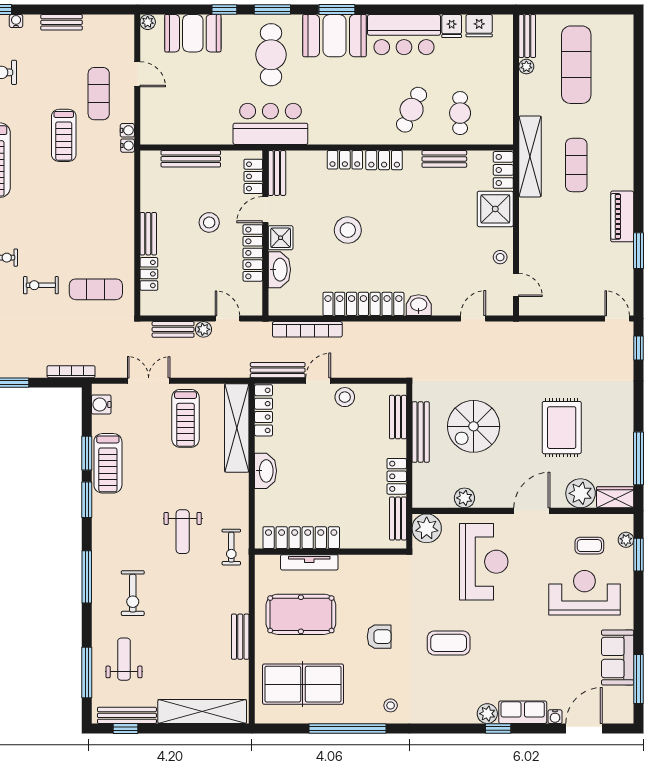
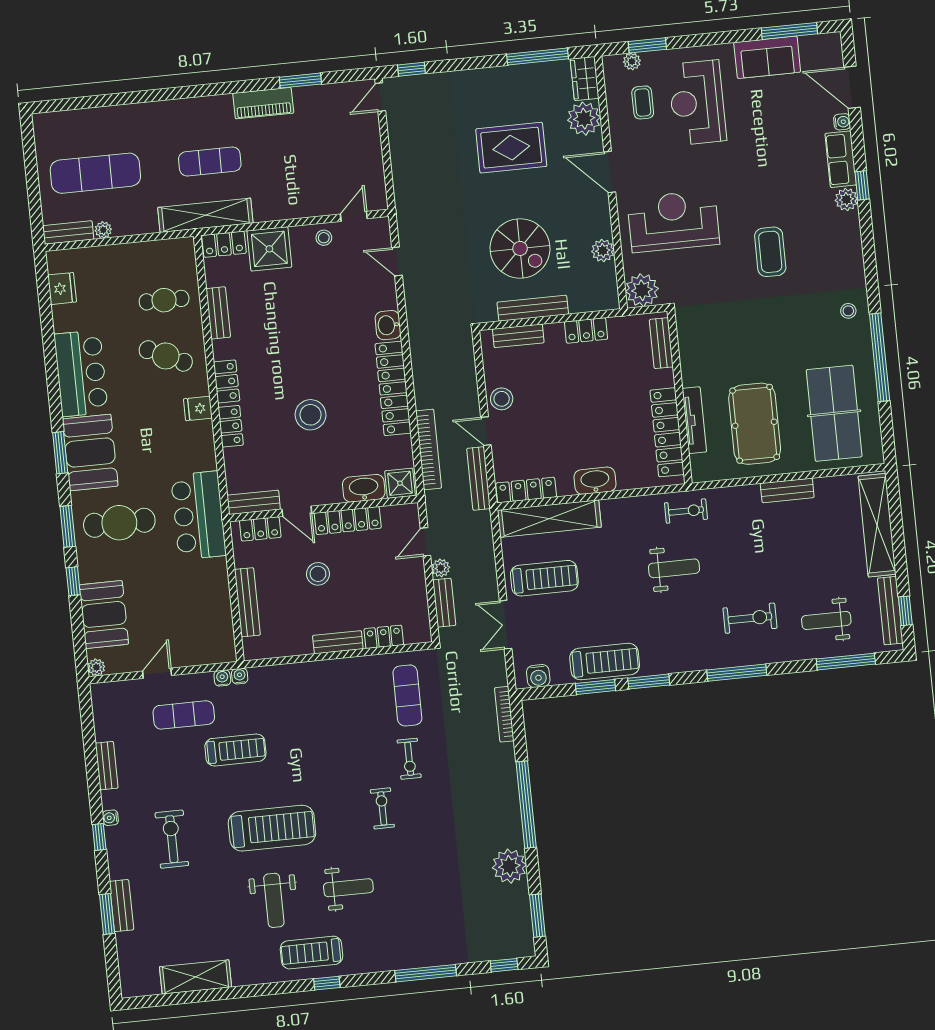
fridge: (452, 26) -> (198, 408), moved, turned 180
shower: (281, 238) -> (400, 483), moved
bench: (398, 518) -> (661, 343), moved, turned 90
armchair: (379, 637) -> (771, 332), removed

